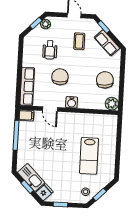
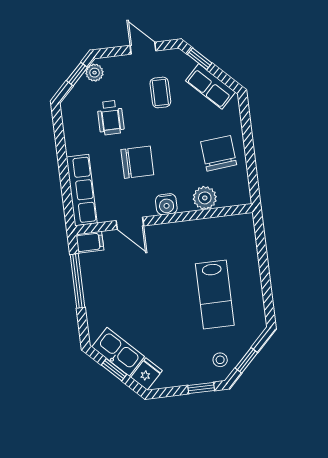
chair: (60, 77) -> (137, 162), turned 90
plant: (112, 104) -> (205, 198), moved
window: (60, 204) -> (201, 388), moved

